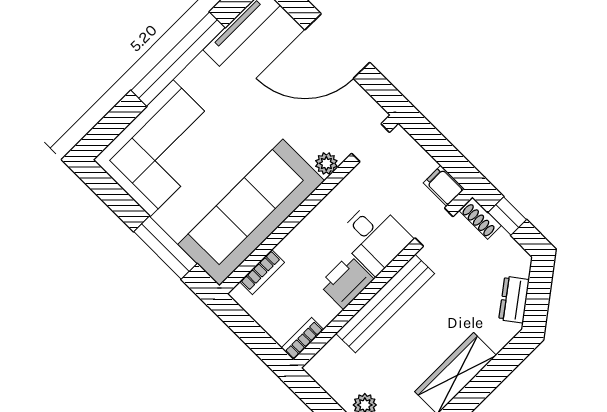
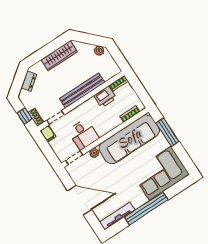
desk: (374, 237) -> (83, 134), moved, turned 180
printer: (346, 282) -> (105, 97), moved

